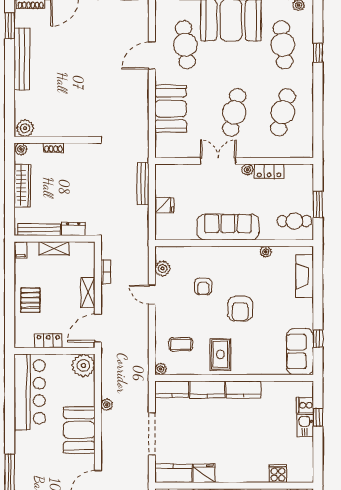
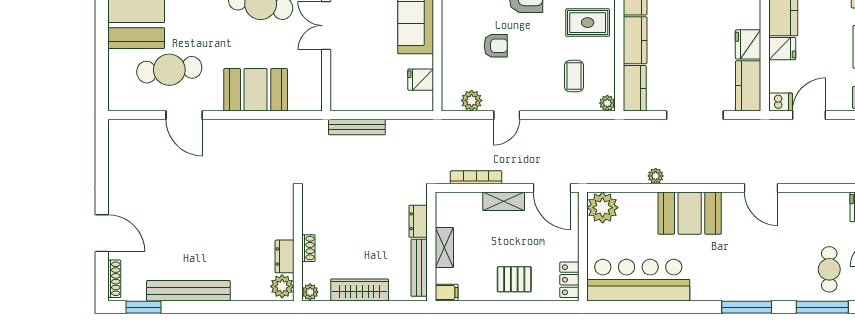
dresser: (47, 130) -> (284, 256), added
fridge: (164, 205) -> (421, 80), moved, turned -90
bookcase: (106, 272) -> (476, 177), width x1.56
locker: (48, 341) -> (569, 280), moved

